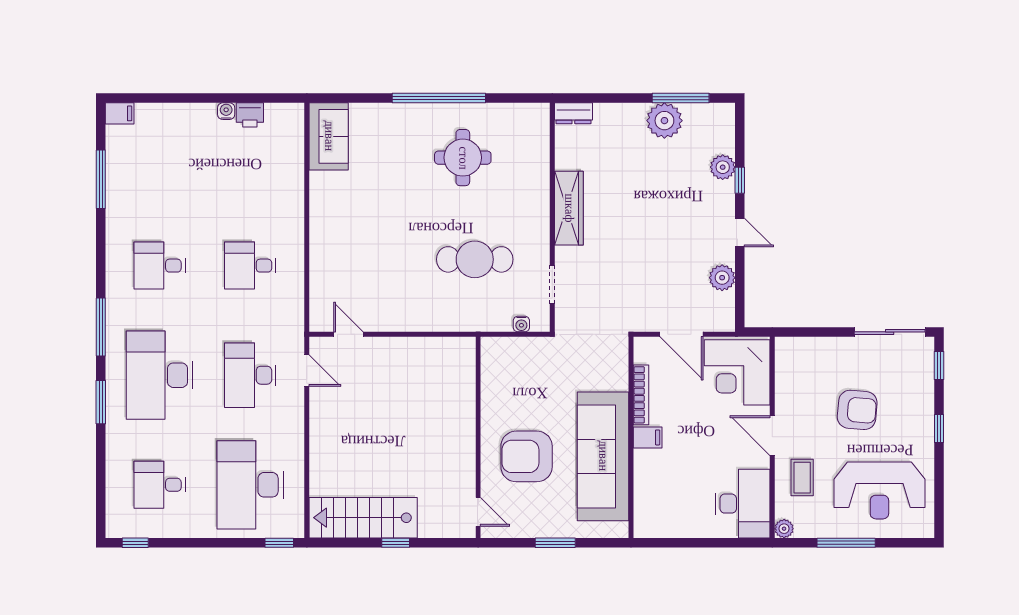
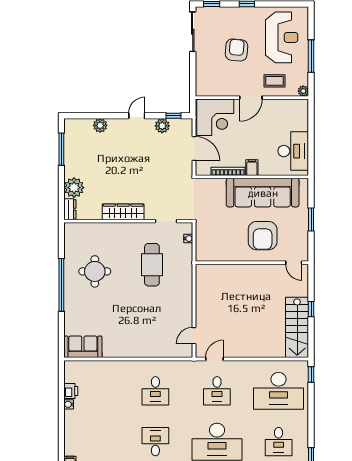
plant: (664, 121) -> (74, 188), moved
window: (740, 180) -> (174, 116), moved
desk: (160, 266) -> (155, 442), turned 180
door: (682, 334) -> (194, 149), hinge flipped
desk: (250, 375) -> (217, 391), width x0.73
desk: (743, 504) -> (293, 151), moved, turned 90
door: (478, 512) -> (294, 263), swing flipped

